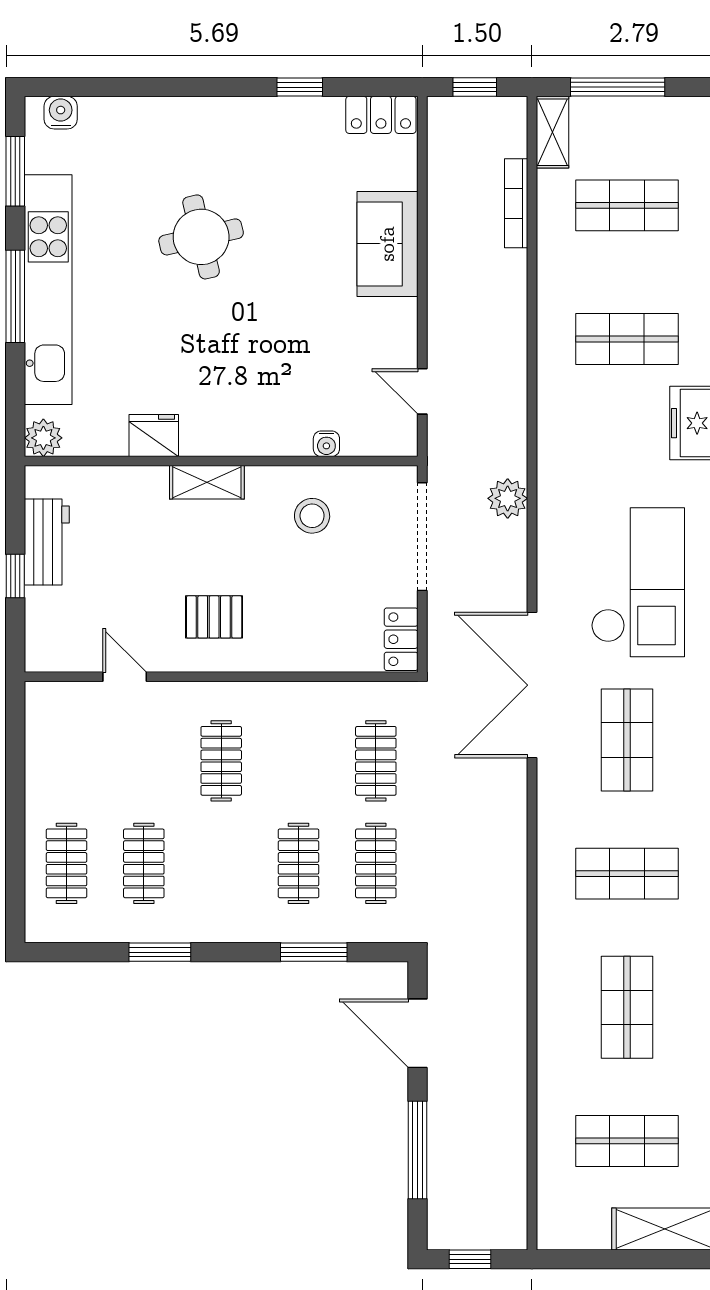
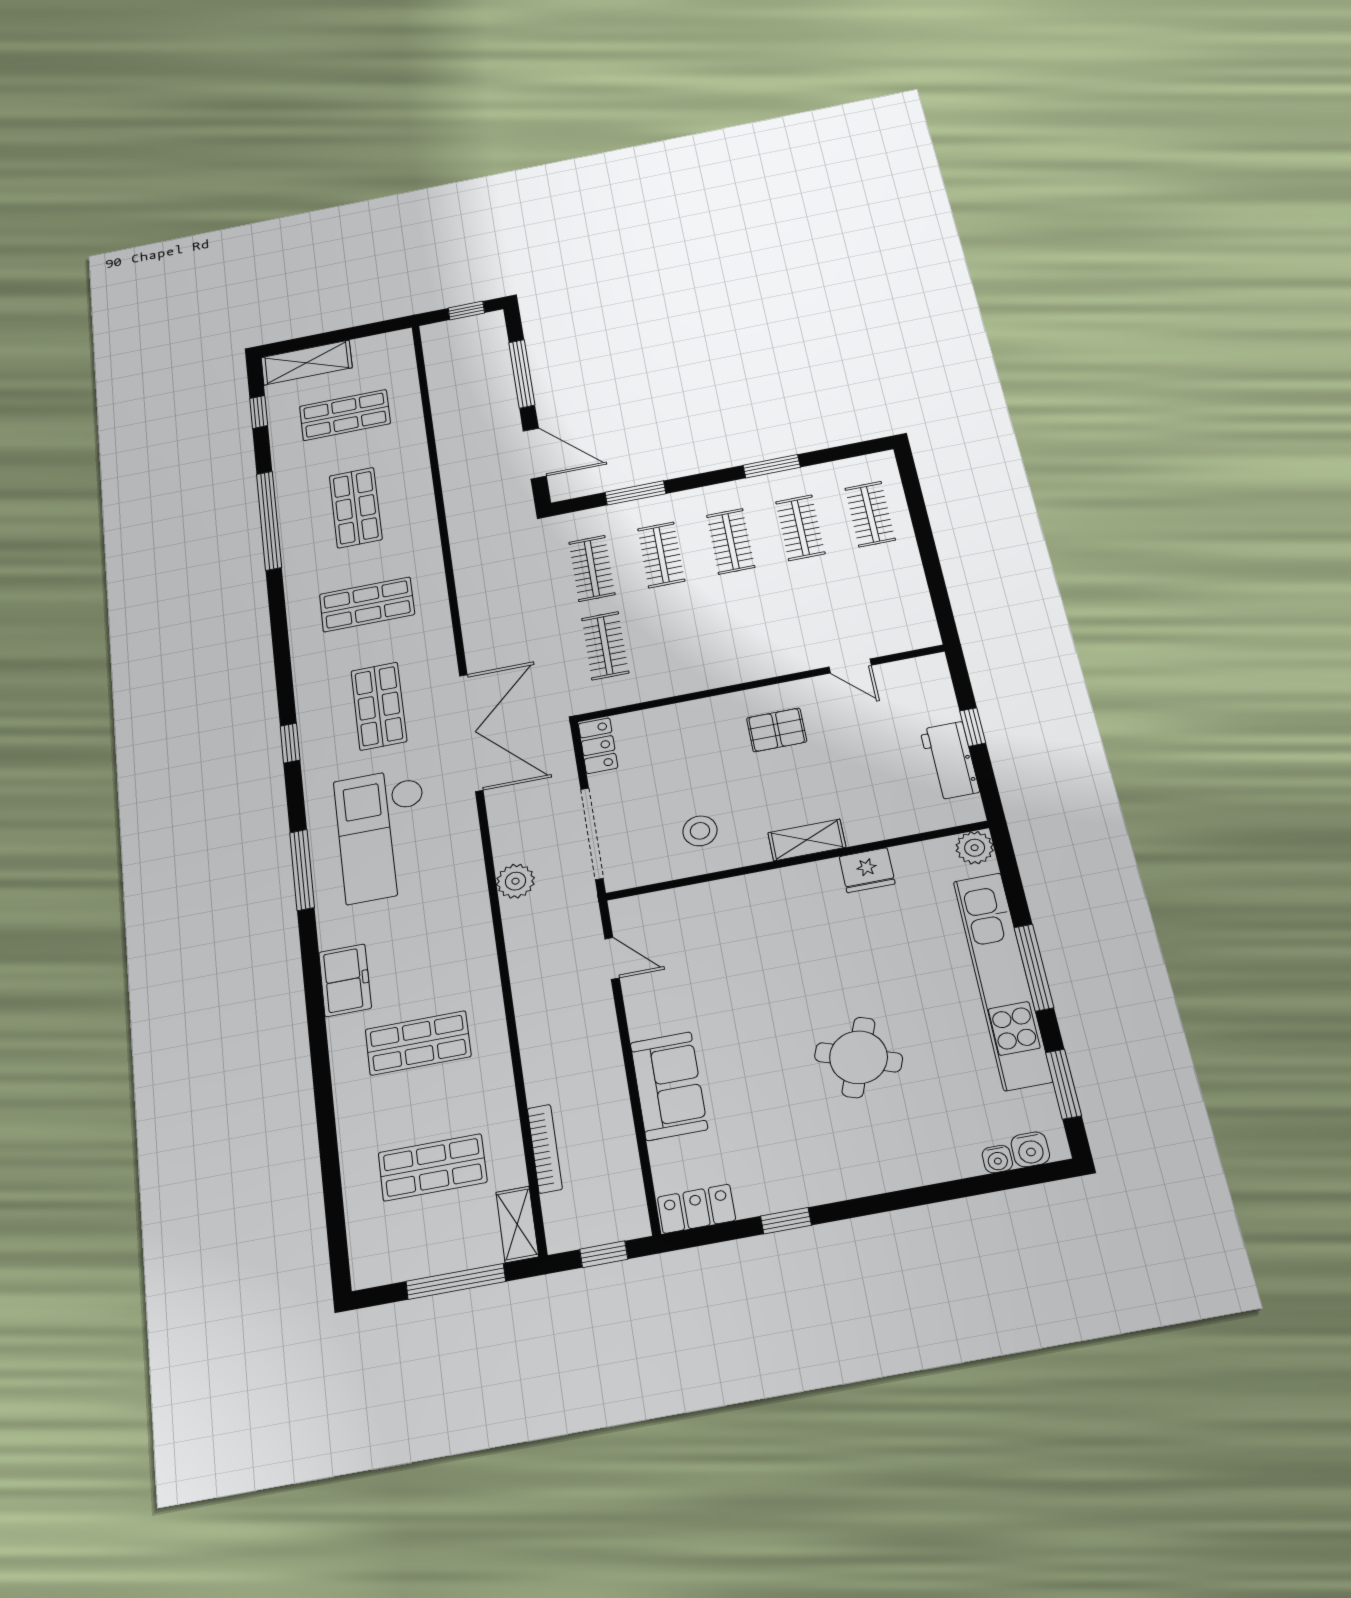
round table: (201, 237) -> (859, 1057), turned 33
water cooler: (326, 444) -> (997, 1159), moved, turned 180
clothes rail: (221, 761) -> (731, 541), moved

